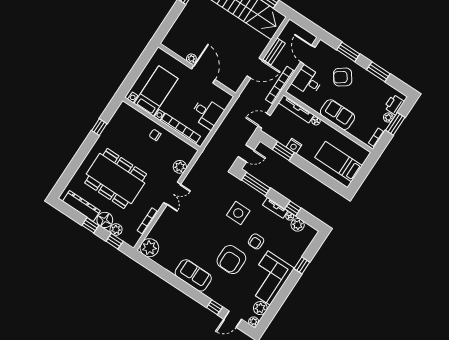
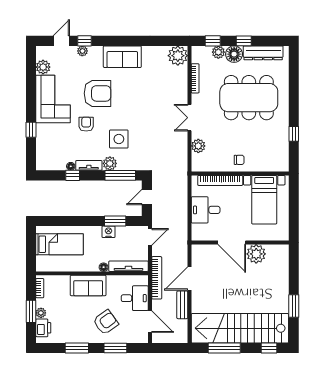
plant: (191, 59) -> (256, 254), width x1.88, depth x1.88
plant: (298, 225) -> (110, 163), moved
armchair: (231, 260) -> (97, 93), turned 90
plant: (254, 322) -> (82, 51), moved

